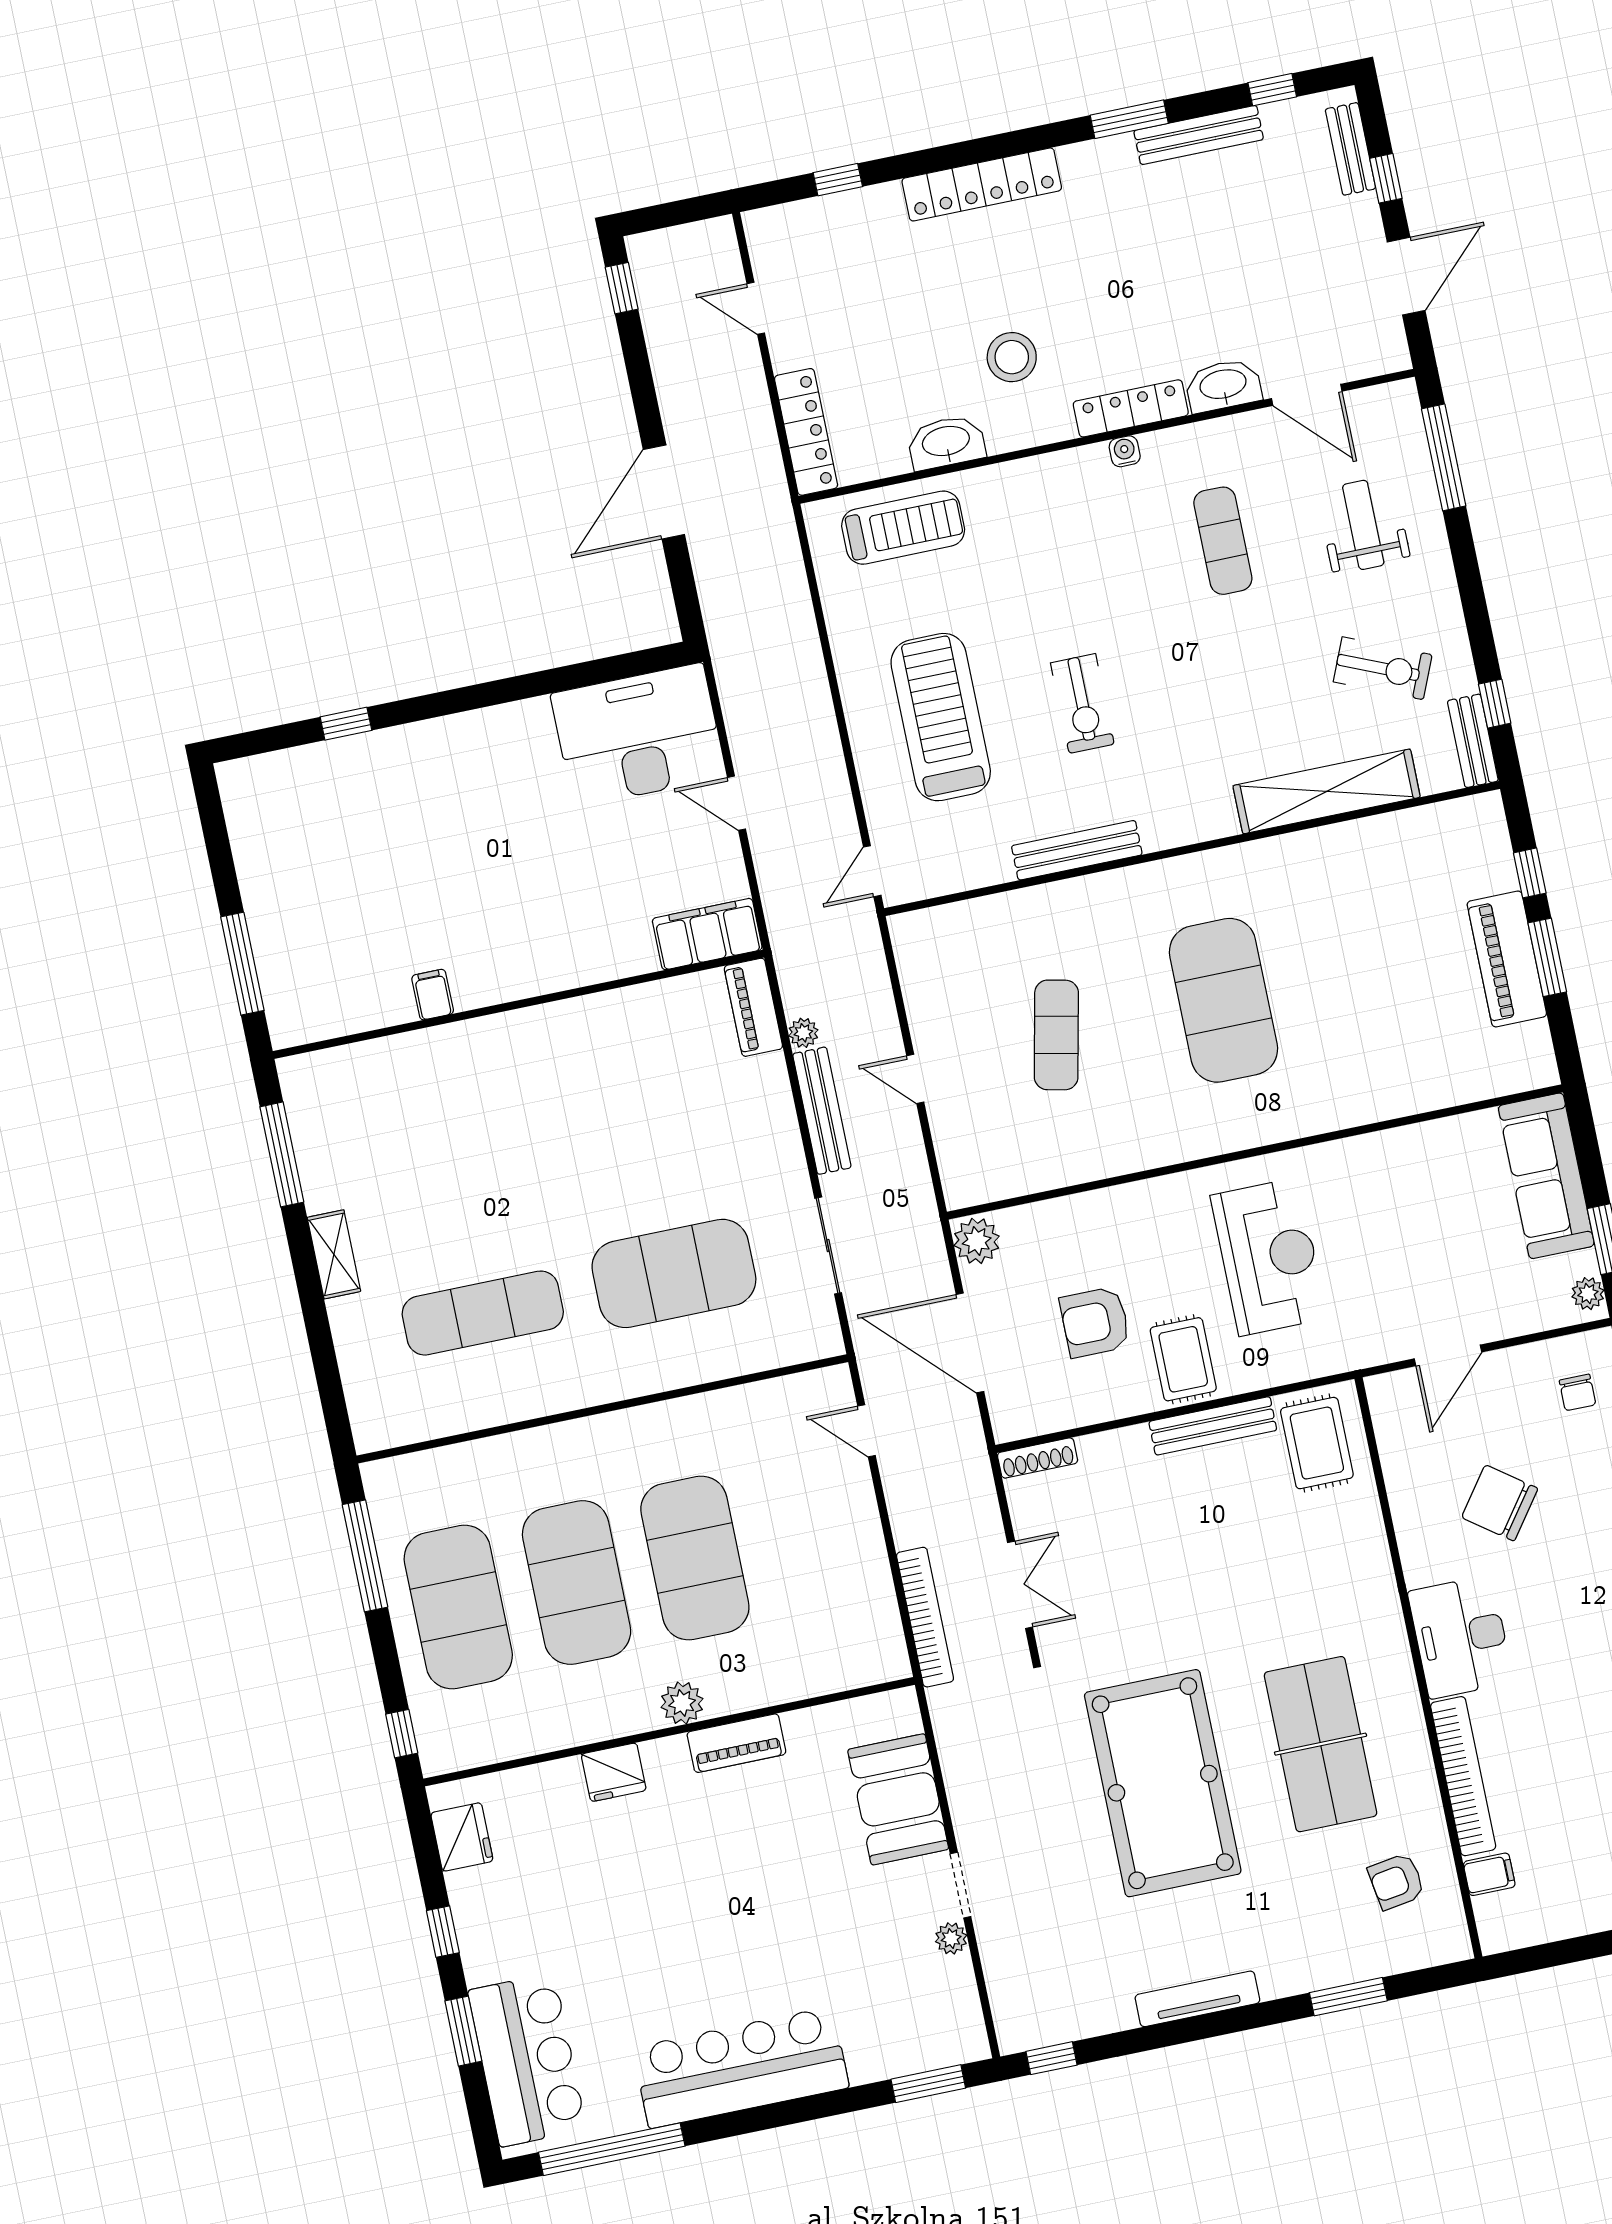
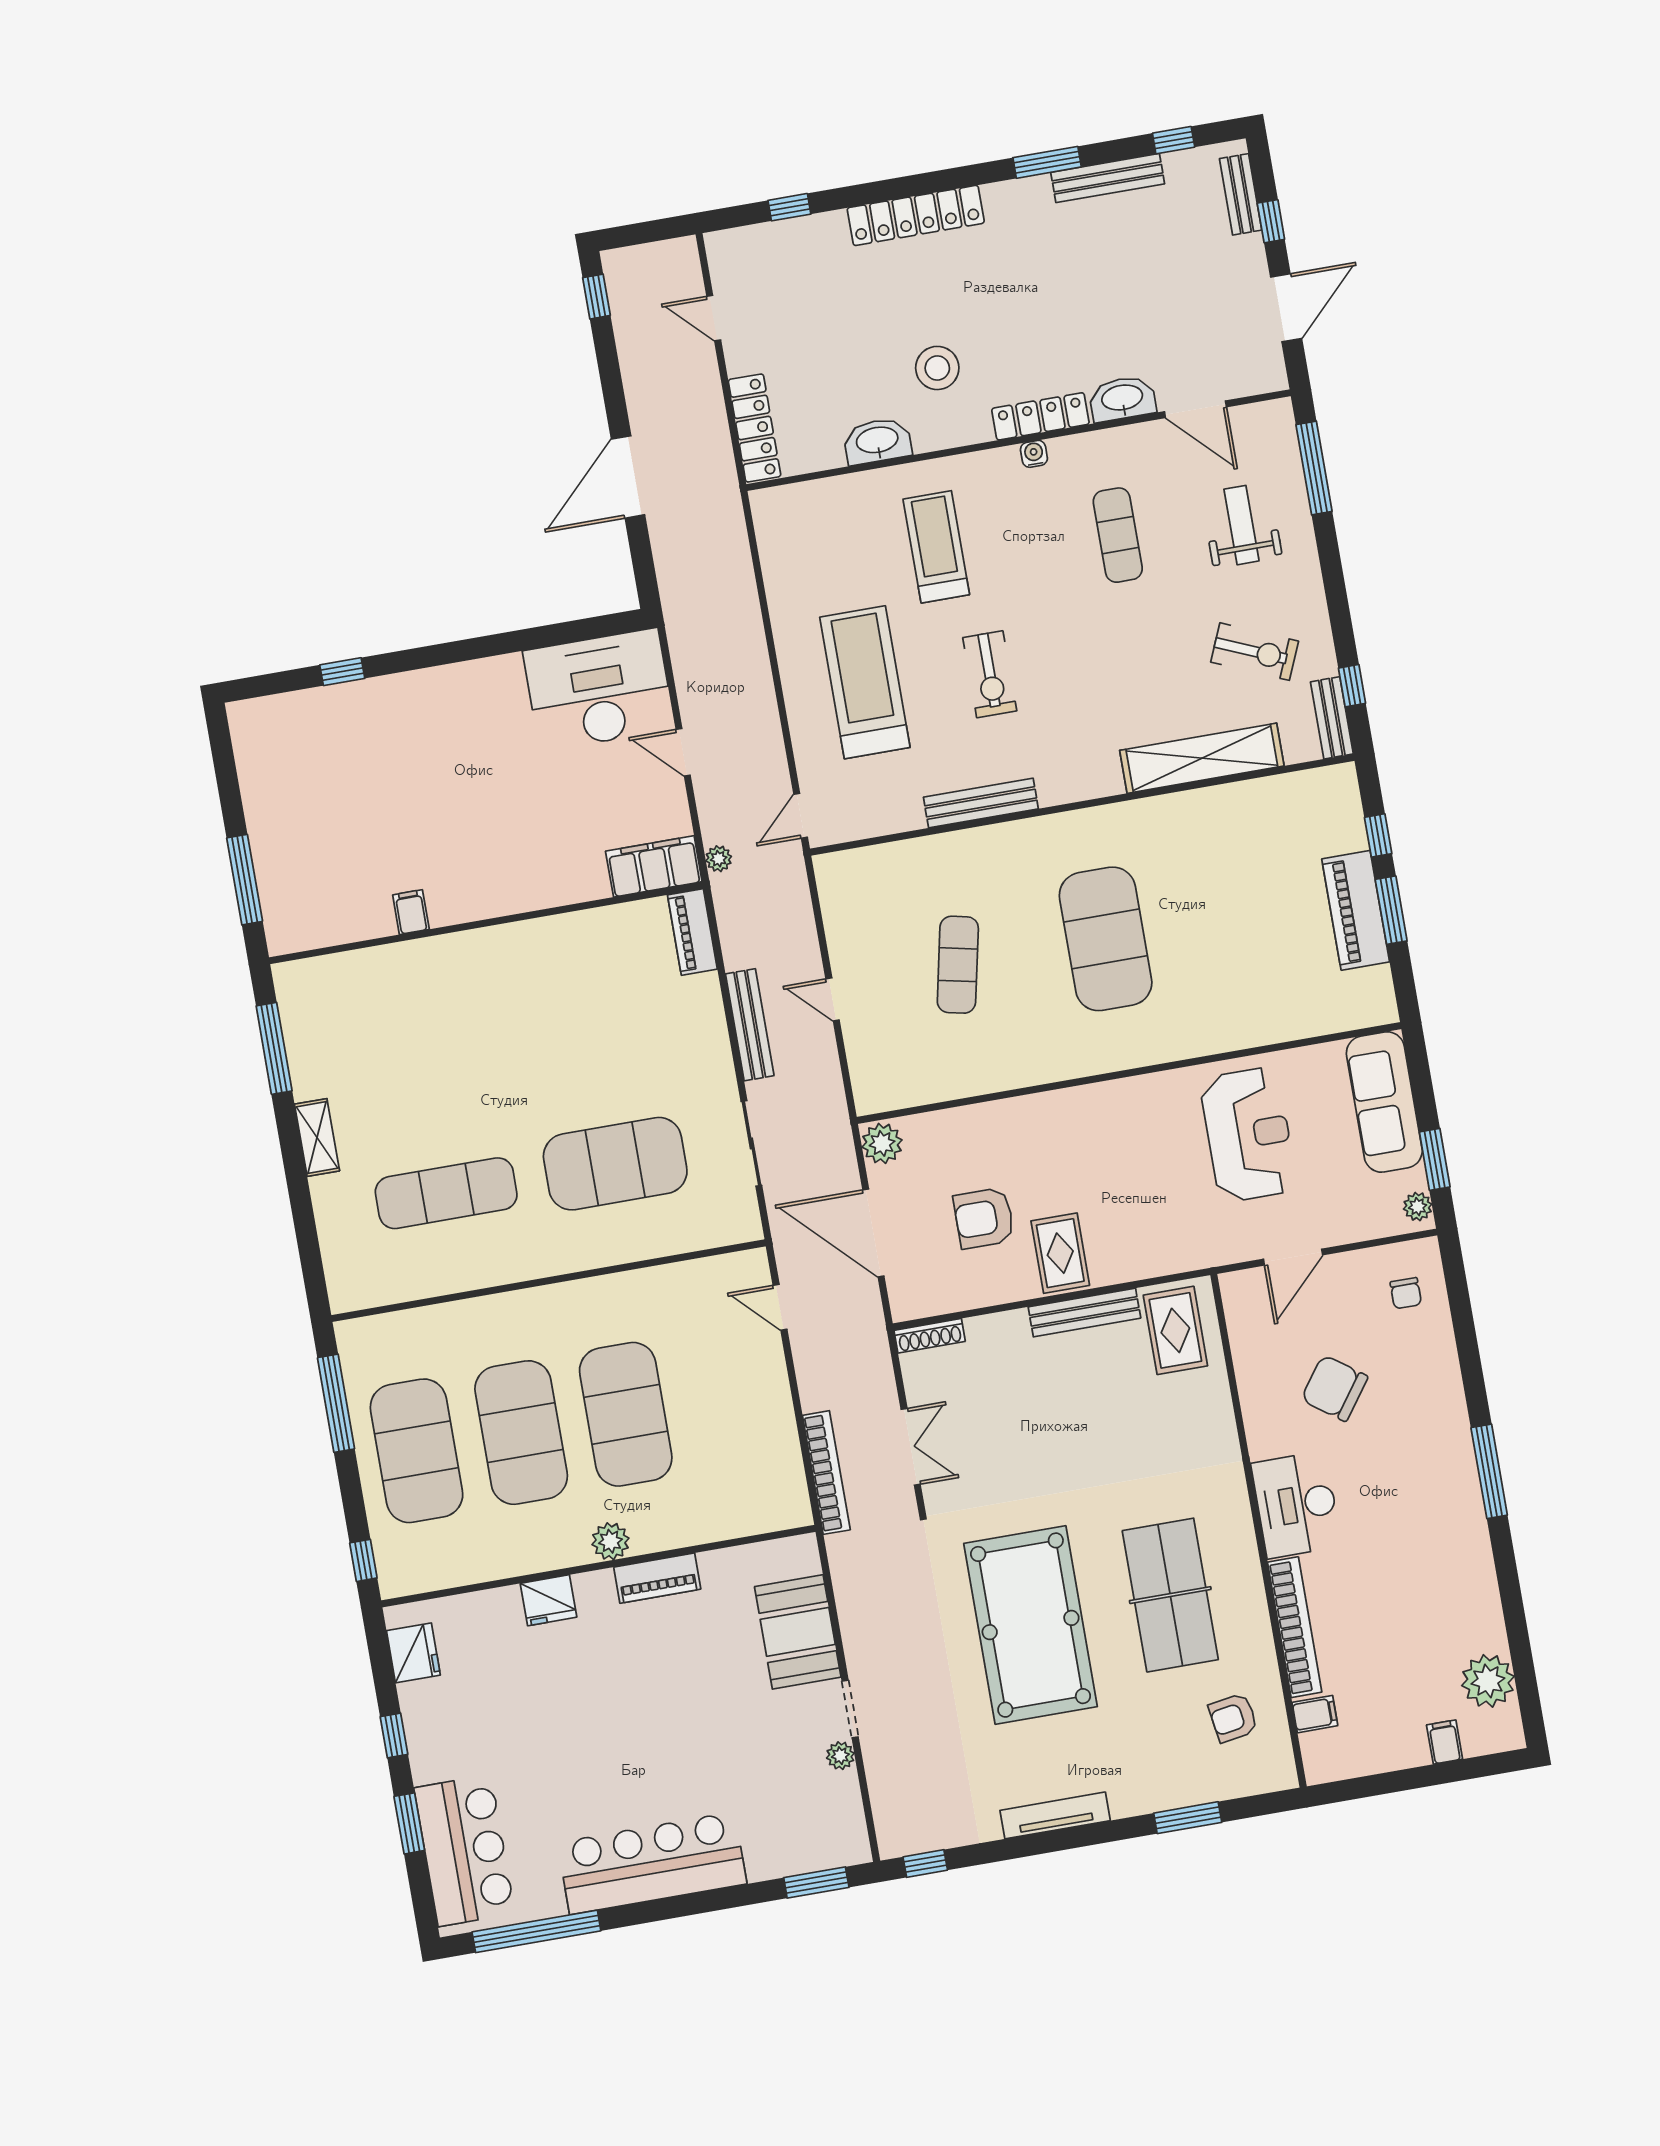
treadmill: (903, 528) -> (936, 547), moved, turned -90
plant: (803, 1033) -> (719, 859), moved
reception desk: (1269, 1257) -> (1248, 1135), moved

